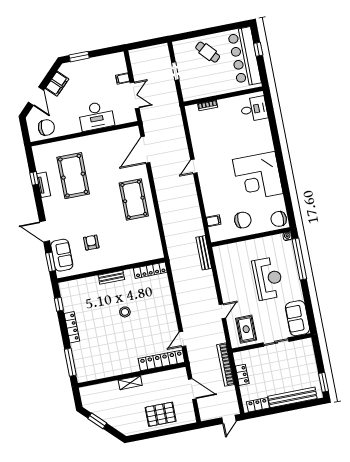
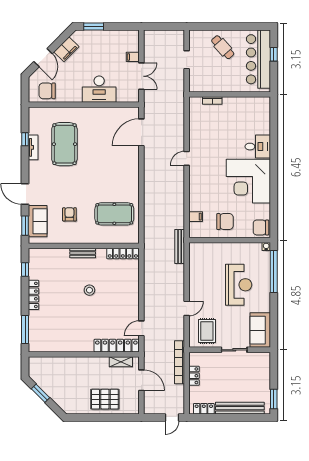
desk: (254, 109) -> (258, 147), moved
chair: (46, 127) -> (47, 91), turned 180
pool table: (134, 199) -> (114, 214), moved, turned 90
shelving: (130, 383) -> (121, 362), moved

